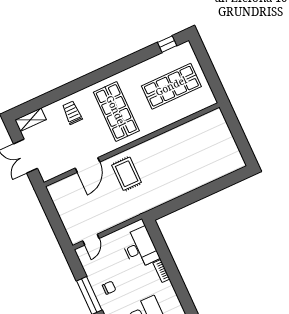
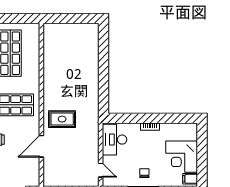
door: (88, 165) -> (41, 146), swing flipped
desk: (140, 248) -> (115, 140), moved, turned -90

